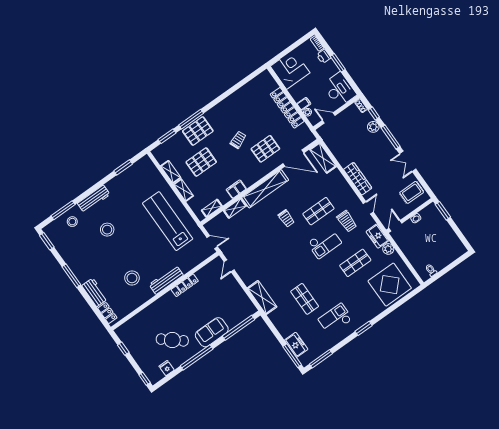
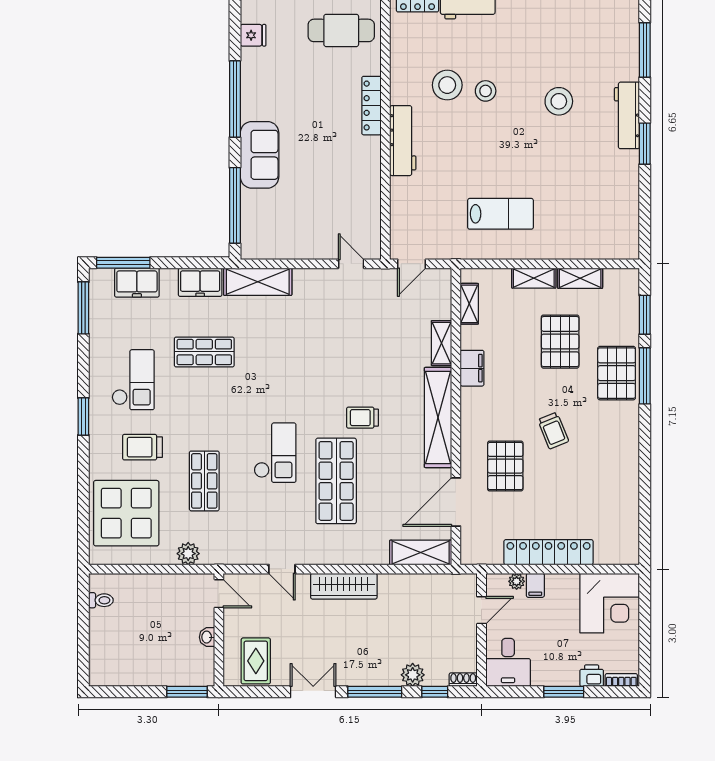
desk: (339, 90) -> (508, 662), width x0.73
window: (123, 167) -> (645, 144), moved
shop shelf: (318, 211) -> (336, 481), width x1.43, depth x1.36
lab bench: (168, 221) -> (500, 214), width x0.54, depth x0.72
trolley: (347, 221) -> (142, 447), moved
stool: (72, 222) -> (486, 91), moved
freezer: (377, 236) -> (200, 282), moved, turned 180
checkout: (324, 243) -> (275, 453), turned 180
locker: (185, 285) -> (371, 106), moved
cafe table: (172, 340) -> (341, 30), moved, turned 50

